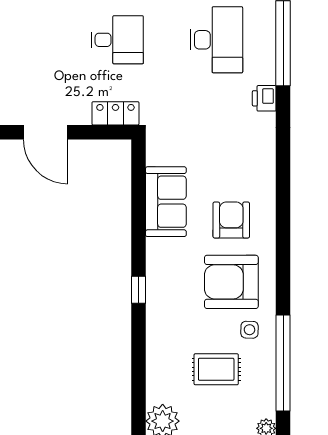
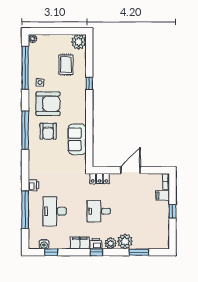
door: (46, 132) -> (131, 170), hinge flipped
window: (283, 222) -> (25, 130), added
window: (138, 290) -> (89, 83), moved
rug: (216, 369) -> (66, 65), moved, turned 90

